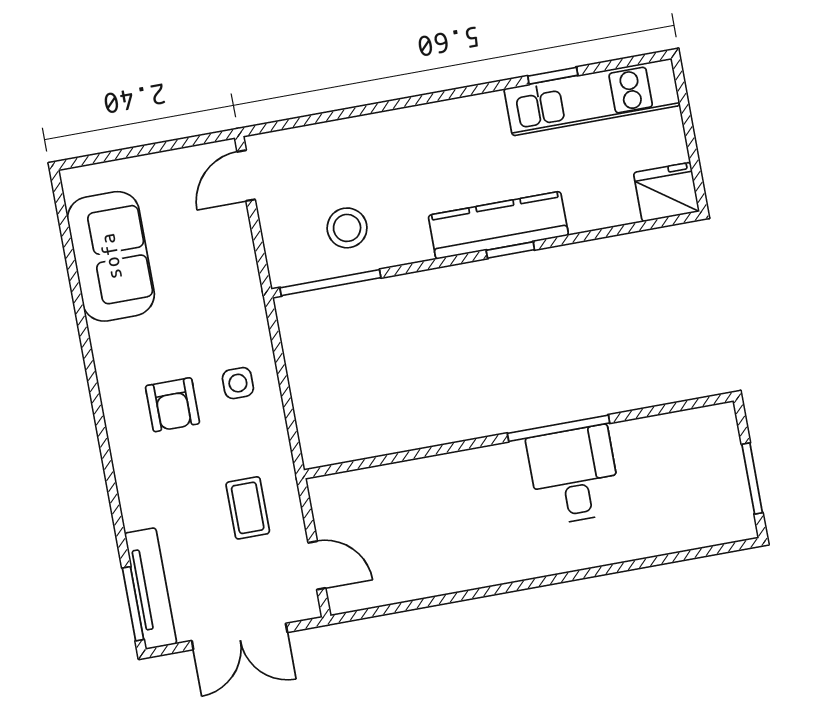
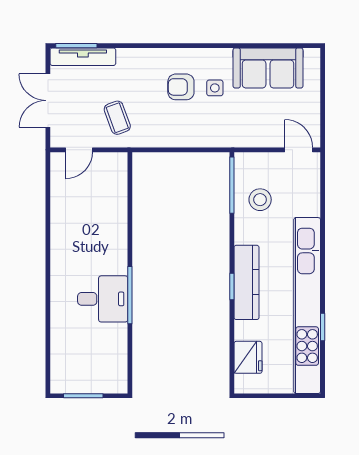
kitchen unit: (592, 97) -> (307, 306), width x1.86
fridge: (666, 192) -> (248, 357), moved
side table: (238, 383) -> (215, 88), moved
coffee table: (248, 508) -> (117, 118), turned 70

